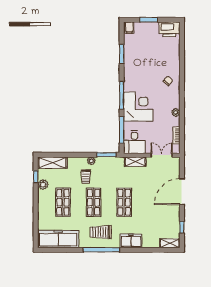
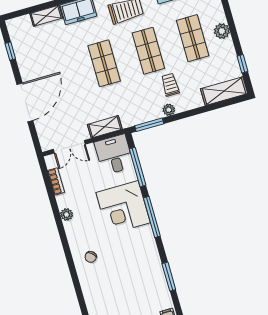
plant: (43, 184) -> (222, 31), moved
shelving: (170, 243) -> (46, 16), moved

